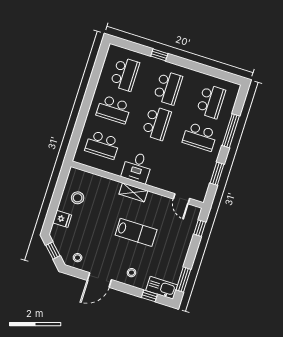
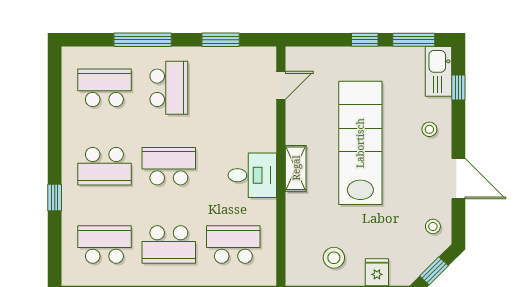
school desk: (168, 88) -> (104, 166), turned 180
school desk: (114, 109) -> (169, 244), turned 90
school desk: (102, 145) -> (233, 244), turned -90
window: (200, 228) -> (365, 40), moved
lab bench: (136, 232) -> (360, 143), width x1.86, depth x1.39

